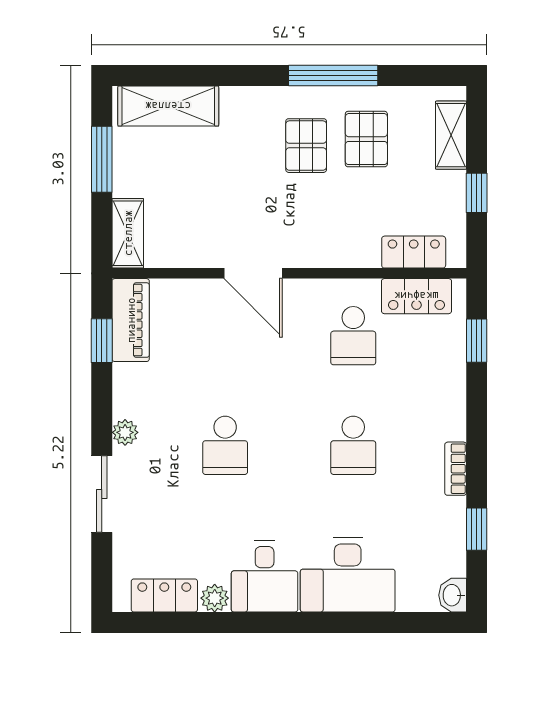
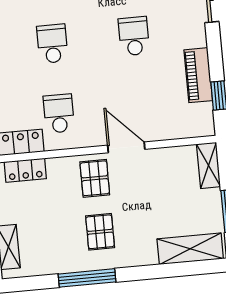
pallet: (366, 139) -> (95, 178), moved
piano: (131, 320) -> (198, 75), moved
plant: (125, 432) -> (198, 38), removed

